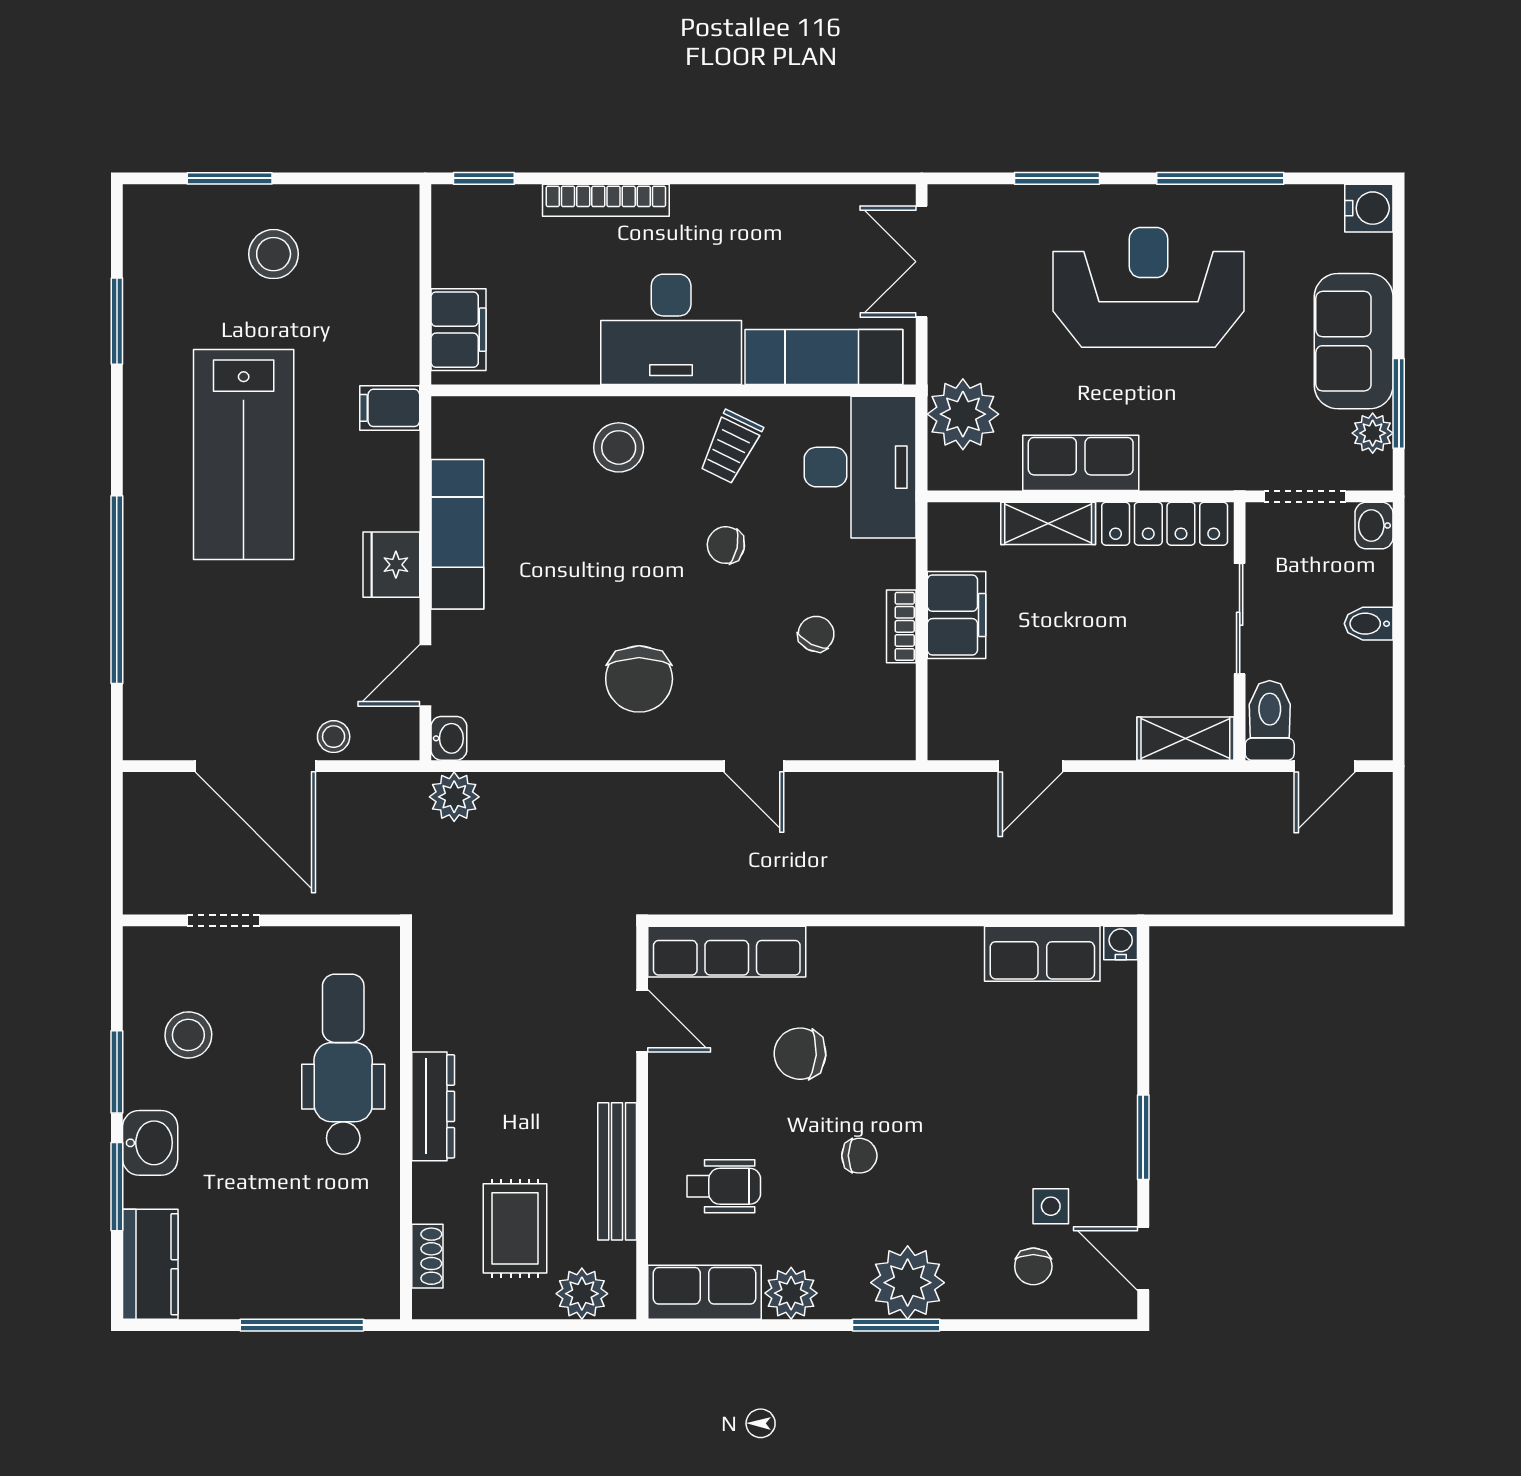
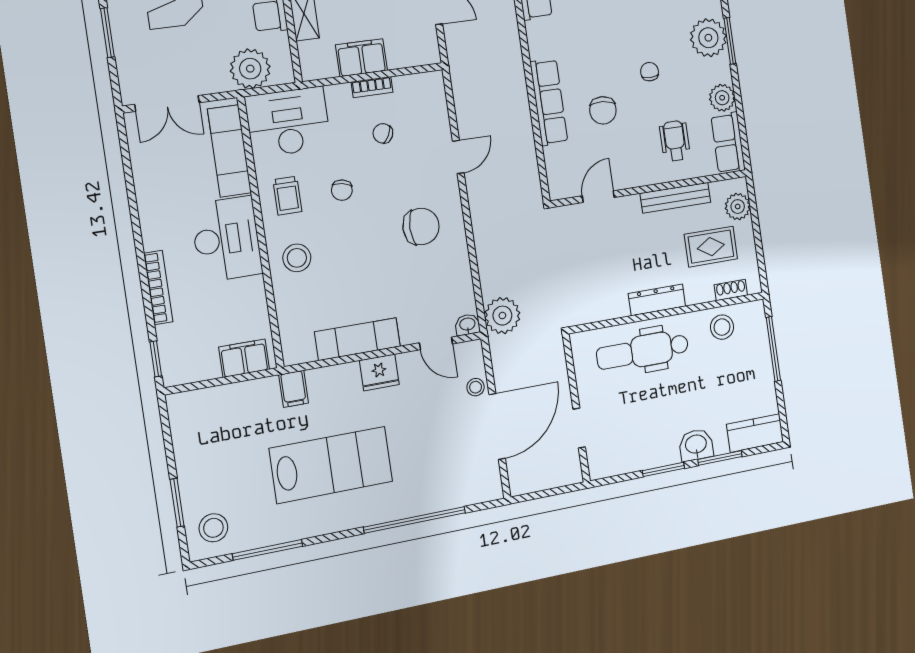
stool: (274, 254) -> (213, 528), moved
window: (117, 321) -> (267, 550), width x1.44
trolley: (731, 447) -> (287, 196), turned 64
plant: (454, 797) -> (502, 316), width x1.36, depth x1.36
row of seats: (727, 952) -> (549, 102), moved
stool: (188, 1035) -> (722, 327), moved

